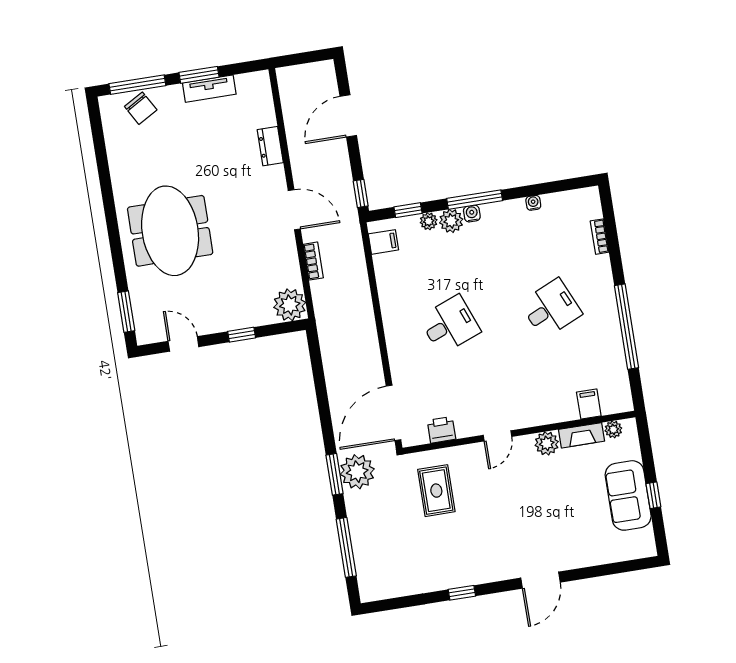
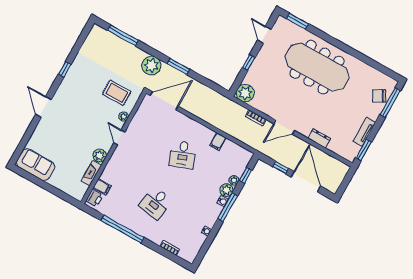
window: (199, 75) -> (364, 150), moved
door: (348, 116) -> (306, 182), width x1.36
window: (361, 193) -> (281, 168), moved
meeting table: (170, 231) -> (317, 67), width x1.36
filing cabinet: (383, 242) -> (218, 142), moved
desk: (551, 308) -> (156, 203), turned 33
door: (183, 344) -> (264, 35), swing flipped
door: (394, 413) -> (164, 101), hinge flipped
plant: (613, 429) -> (124, 116), moved
printer: (441, 430) -> (95, 198), moved
window: (334, 474) -> (178, 66), moved
sofa: (628, 495) -> (36, 165), moved
window: (653, 495) -> (42, 184), removed

